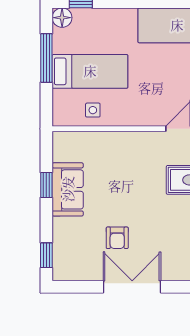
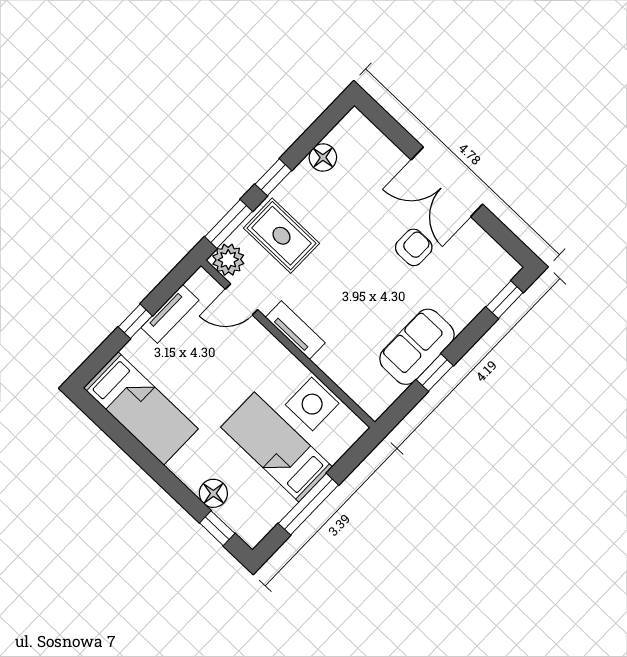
floor lamp: (62, 18) -> (213, 493), moved
side table: (93, 110) -> (312, 404), width x1.87, depth x1.87
tv unit: (137, 139) -> (295, 330), added

